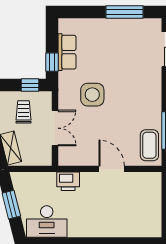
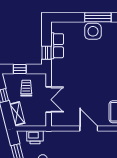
window: (30, 85) -> (20, 69), moved
side table: (92, 95) -> (93, 31), moved
printer: (68, 181) -> (35, 137), moved

